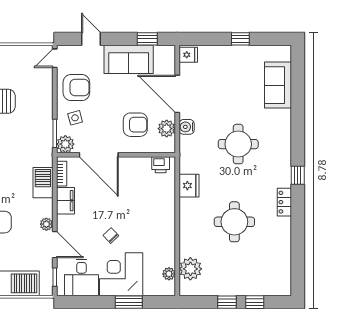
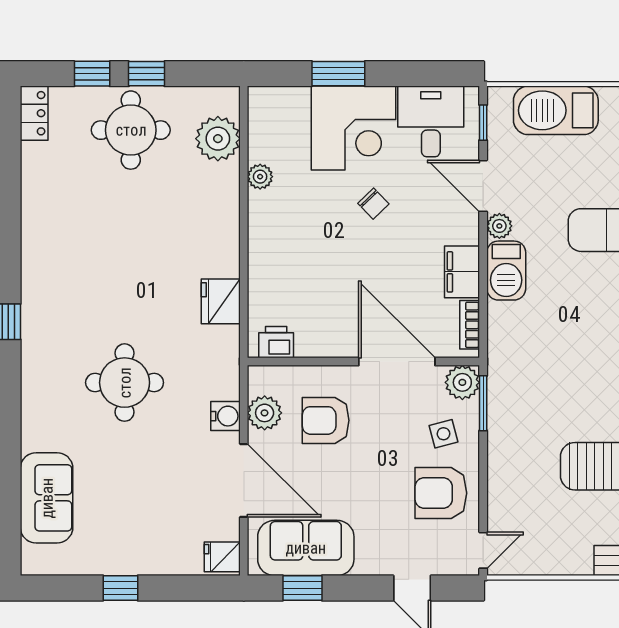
sofa: (129, 59) -> (306, 548), moved
barbecue: (43, 183) -> (506, 271), moved
locker: (284, 202) -> (34, 113), moved
round table: (234, 222) -> (131, 130), moved
plant: (169, 274) -> (260, 177), moved

